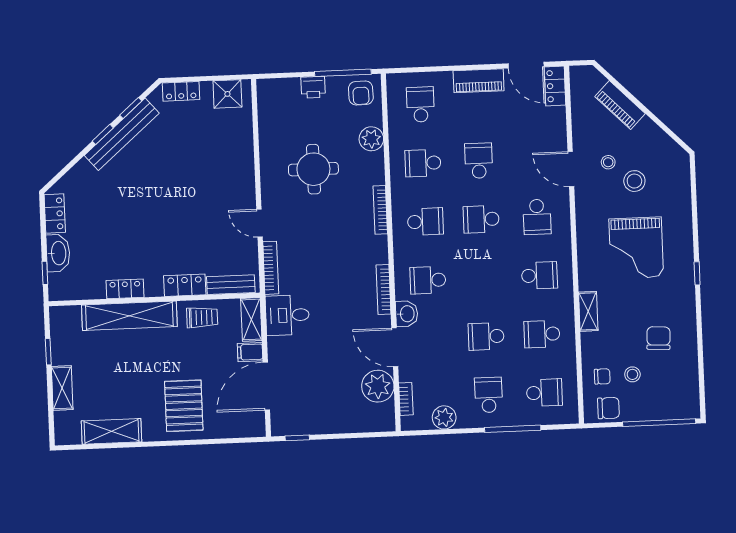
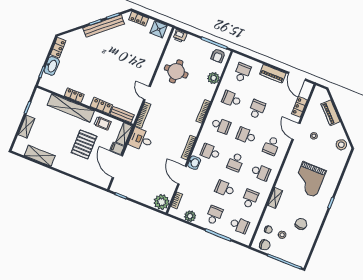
locker: (555, 86) -> (299, 107), moved
printer: (313, 87) -> (180, 36), moved
round table: (313, 169) -> (176, 71), moved
stool: (634, 181) -> (341, 145), moved
school desk: (484, 278) -> (235, 162), added
school desk: (542, 334) -> (250, 199), turned 90
door: (266, 386) -> (117, 167), hinge flipped
plant: (378, 386) -> (162, 202), moved
pallet: (184, 406) -> (84, 144), moved

